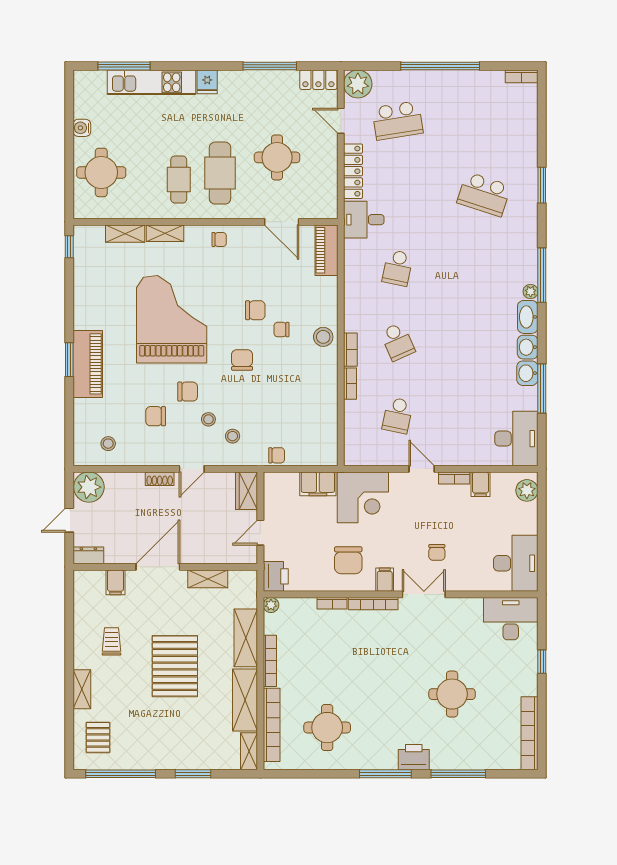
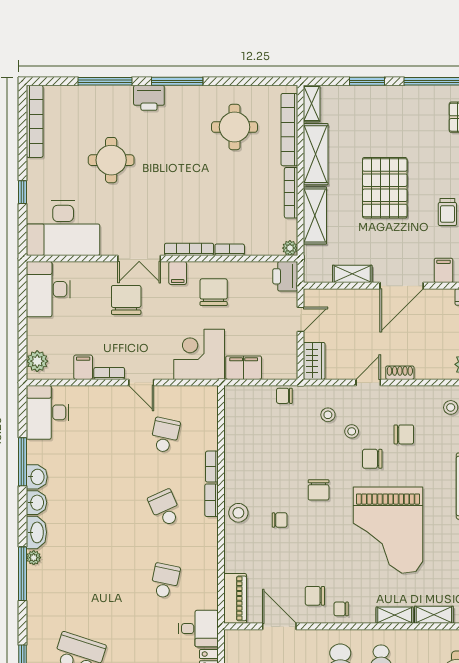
chair: (255, 310) -> (315, 596), moved
chair: (437, 552) -> (126, 300), width x1.87, depth x1.87
desk: (511, 619) -> (63, 228), width x1.36, depth x1.30

